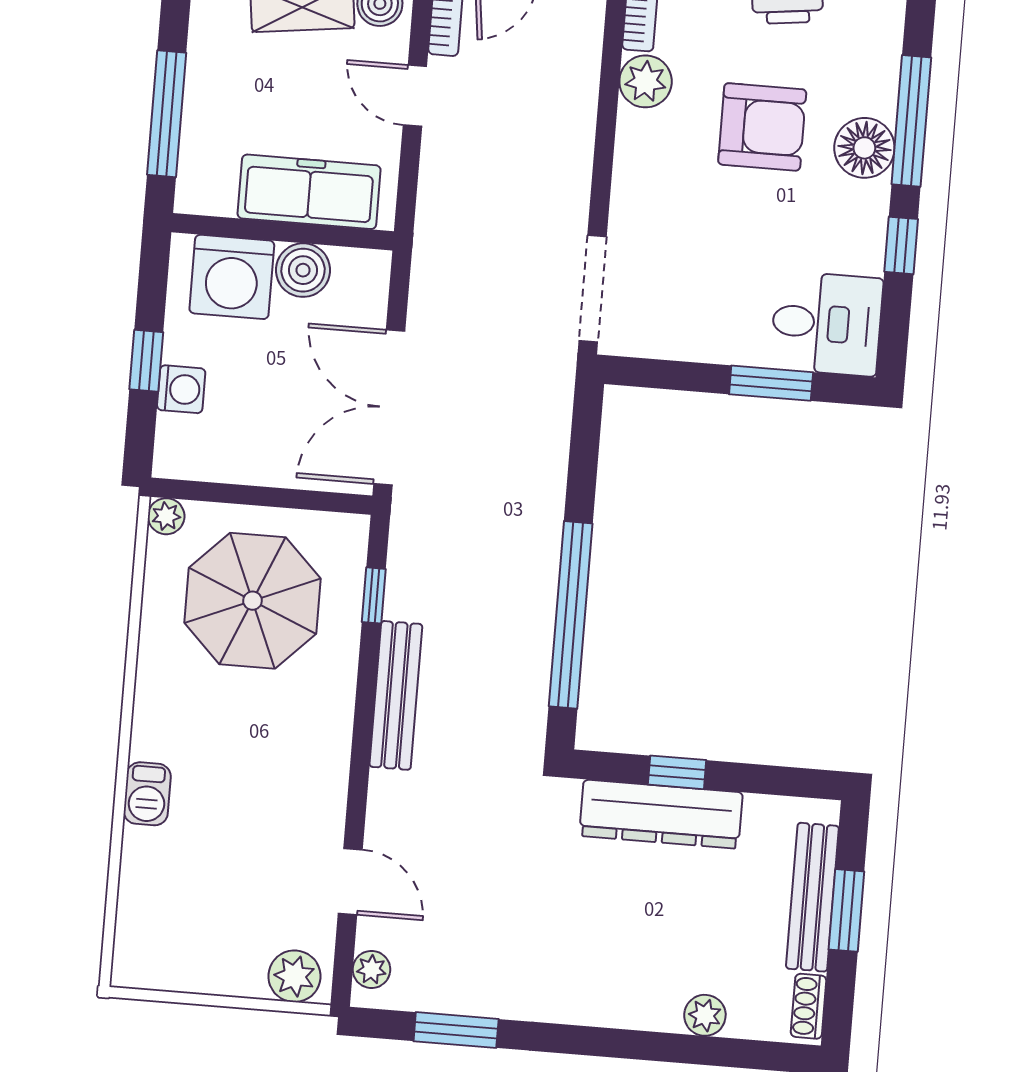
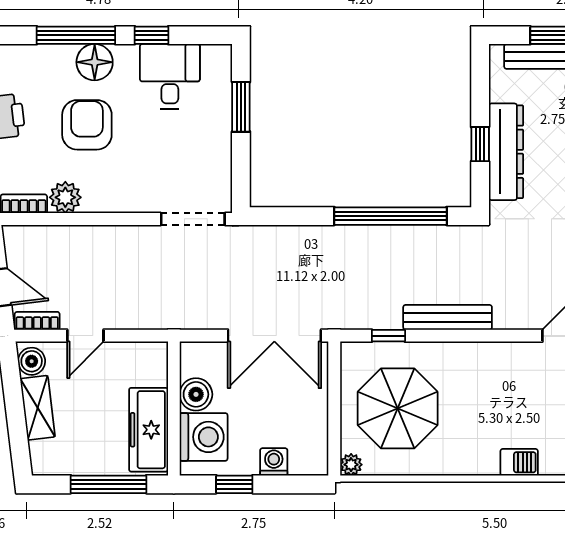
freezer: (309, 192) -> (149, 430), moved
desk: (827, 324) -> (170, 76), moved
window: (146, 361) -> (234, 484), moved

